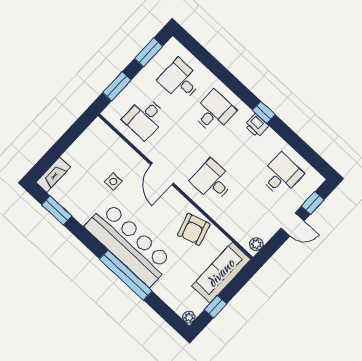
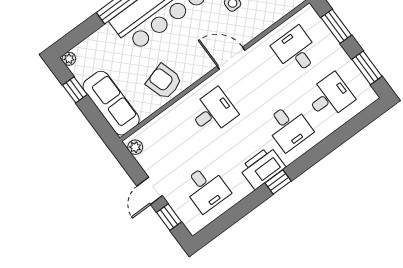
printer: (256, 126) -> (262, 168), width x1.87, depth x1.48

